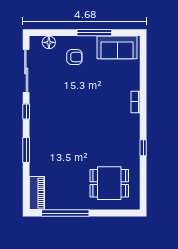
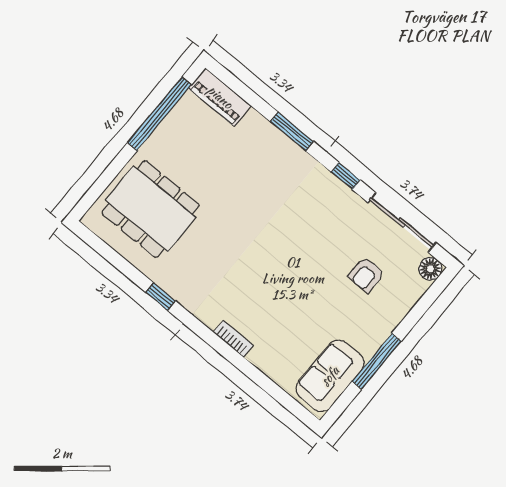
floor lamp: (49, 42) -> (430, 269), moved
armchair: (74, 57) -> (366, 275), moved
dining table: (109, 183) -> (151, 209), width x1.38

